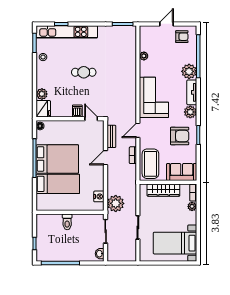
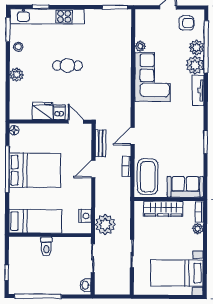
plant: (42, 94) -> (17, 75), moved
corner sofa: (154, 97) -> (152, 77), moved
fridge: (43, 109) -> (43, 111), moved, turned -90
plant: (190, 112) -> (197, 47), moved
armchair: (180, 136) -> (183, 143), removed
bed: (58, 184) -> (35, 221), moved

